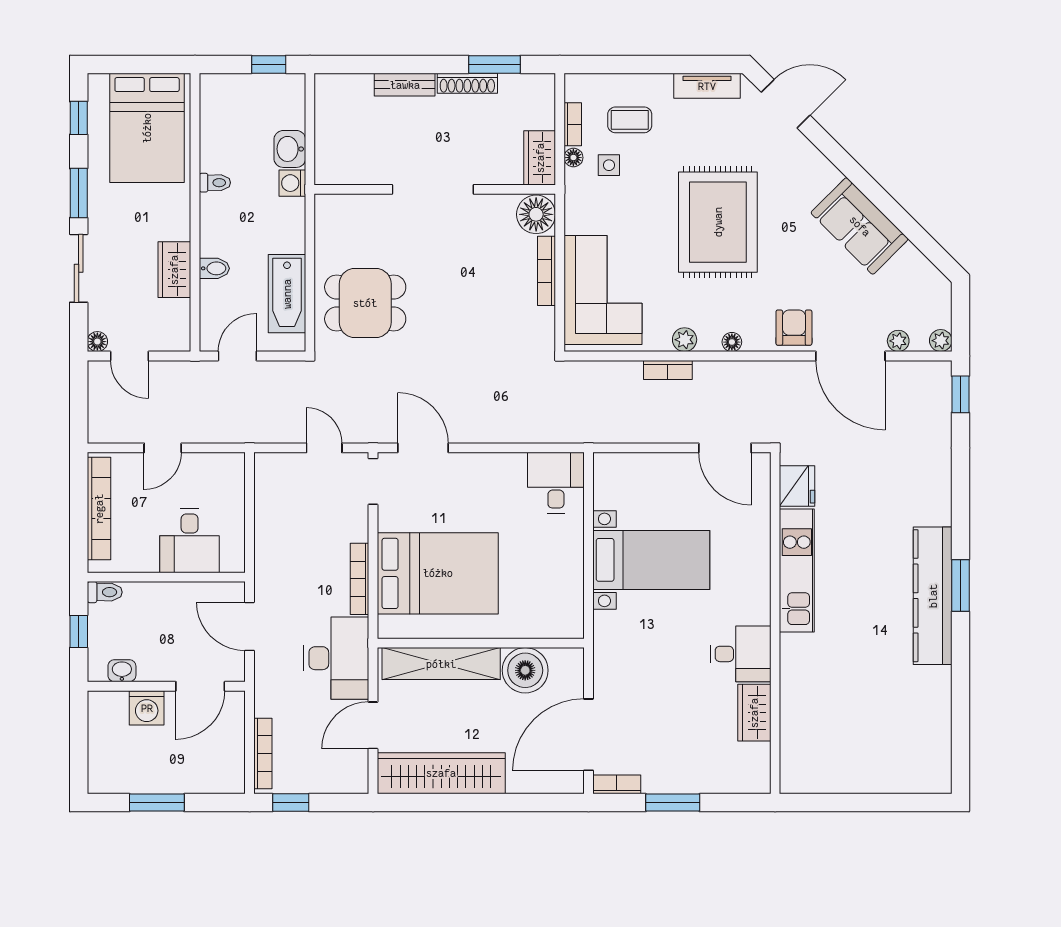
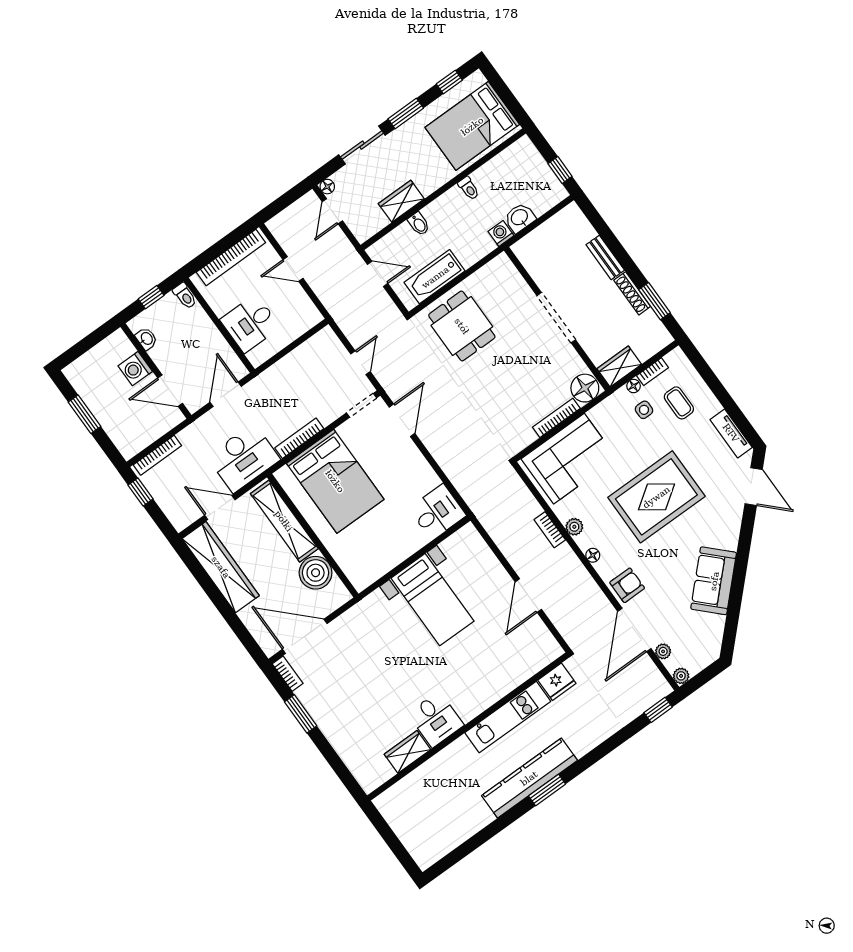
fridge: (797, 486) -> (557, 682), moved
kitchen unit: (797, 570) -> (508, 717), moved
wall: (775, 623) -> (468, 726), moved
desk: (741, 654) -> (436, 719), moved
wardrobe: (754, 713) -> (407, 752), moved

